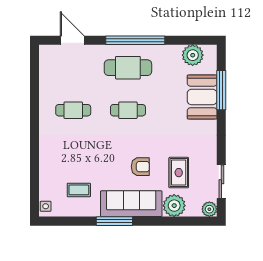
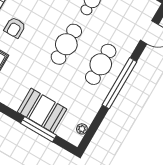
plant: (193, 55) -> (82, 129), width x0.53, depth x0.53
cafe table: (128, 110) -> (66, 44), width x1.37, depth x1.35

